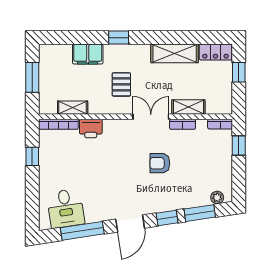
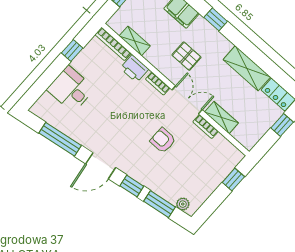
pallet: (121, 84) -> (187, 56), turned 90
bookcase: (220, 124) -> (158, 84), moved
desk: (66, 208) -> (71, 89), moved, turned 99

